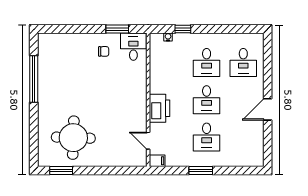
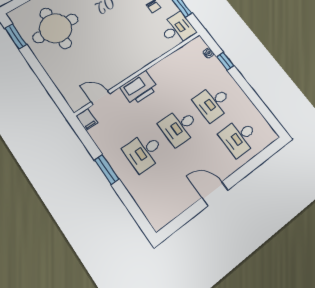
door: (148, 141) -> (100, 98), hinge flipped

